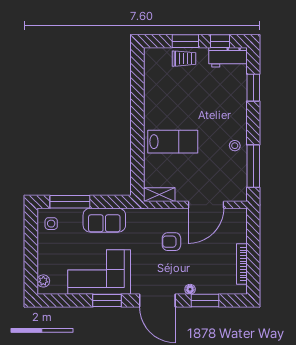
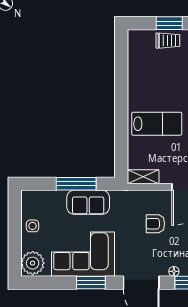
window: (70, 202) -> (76, 184), moved
side table: (51, 224) -> (32, 226), moved
plant: (43, 281) -> (33, 263), width x1.87, depth x1.87

